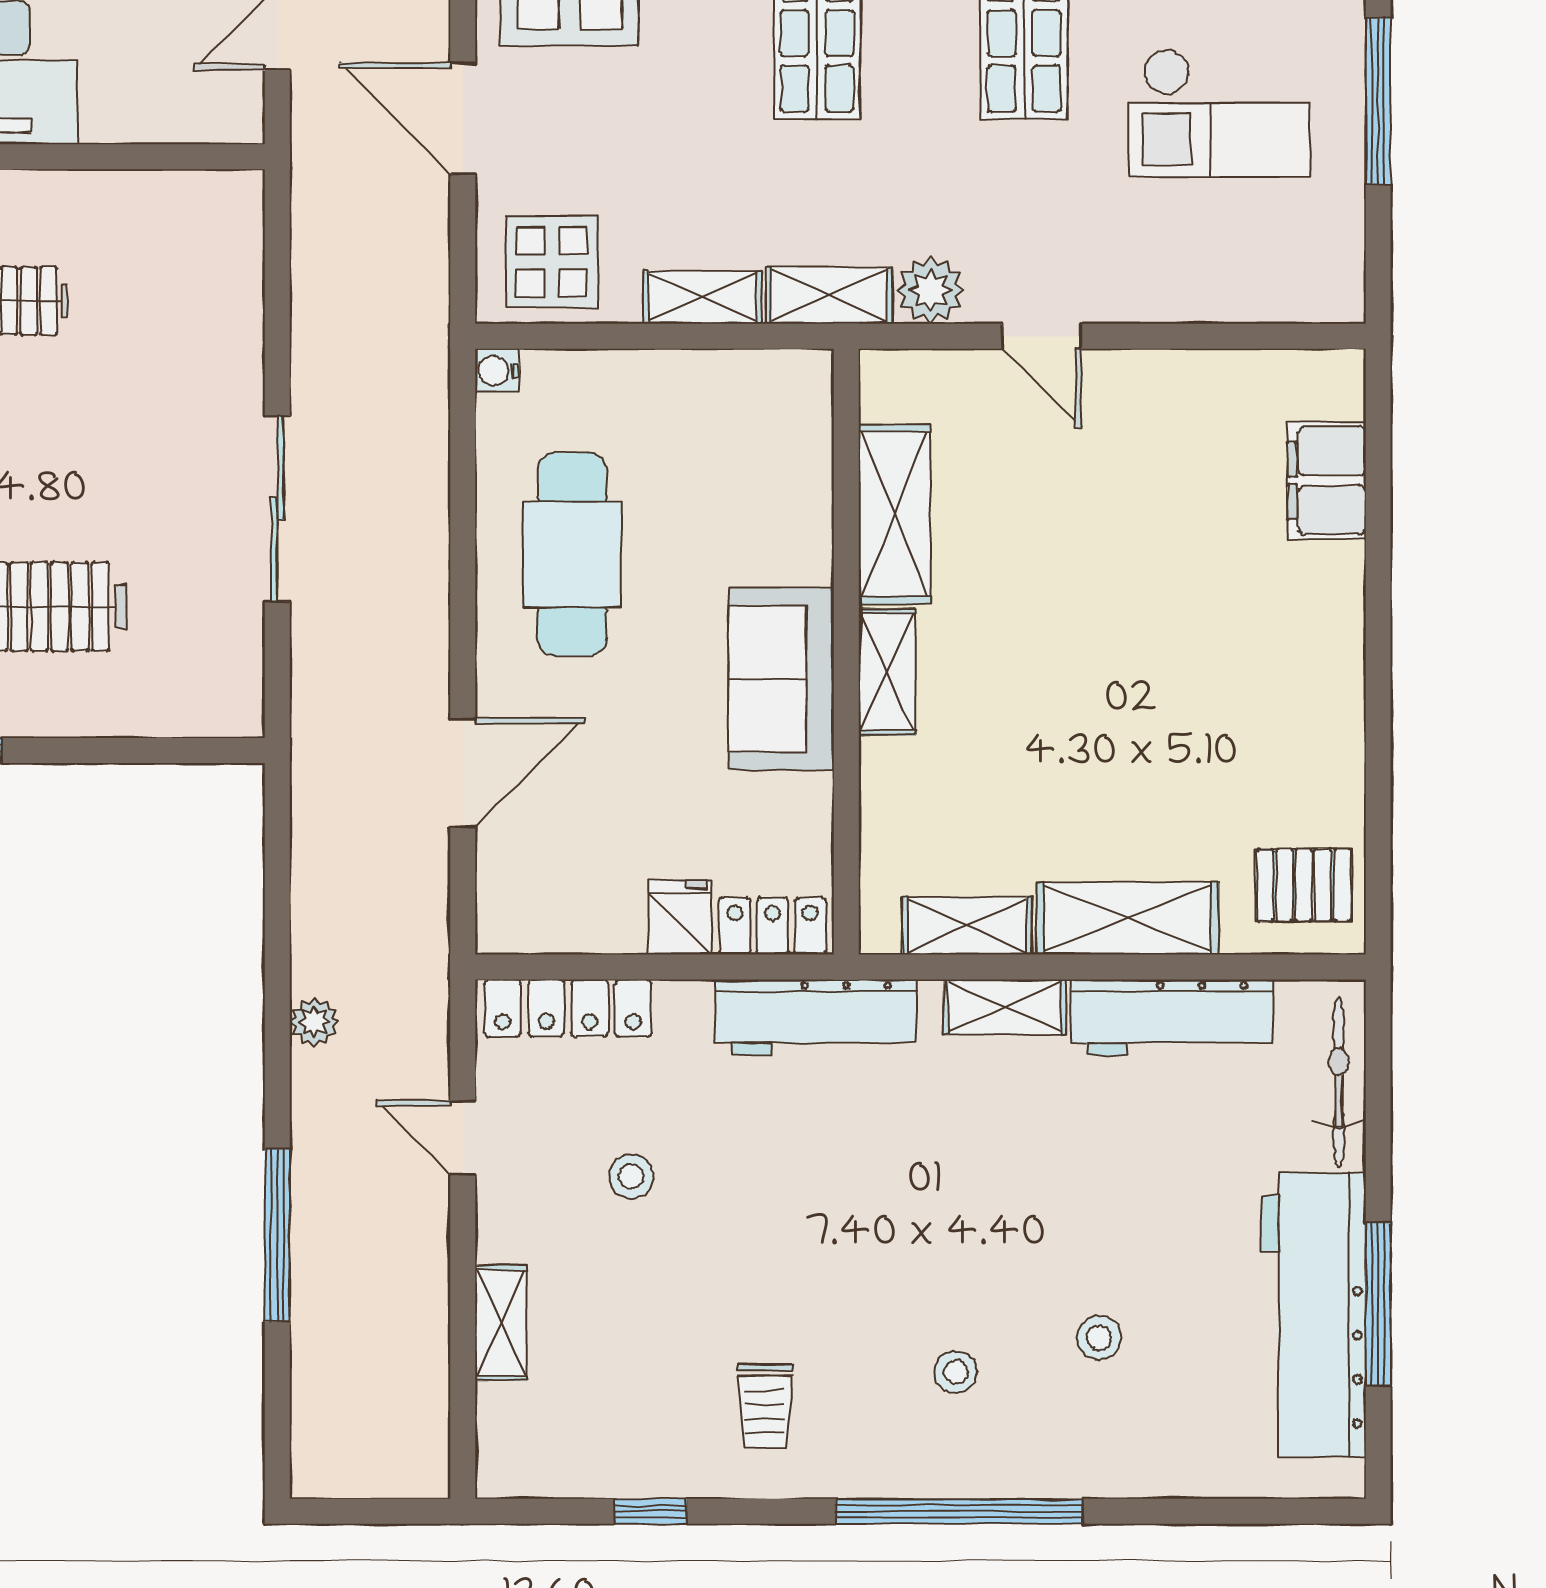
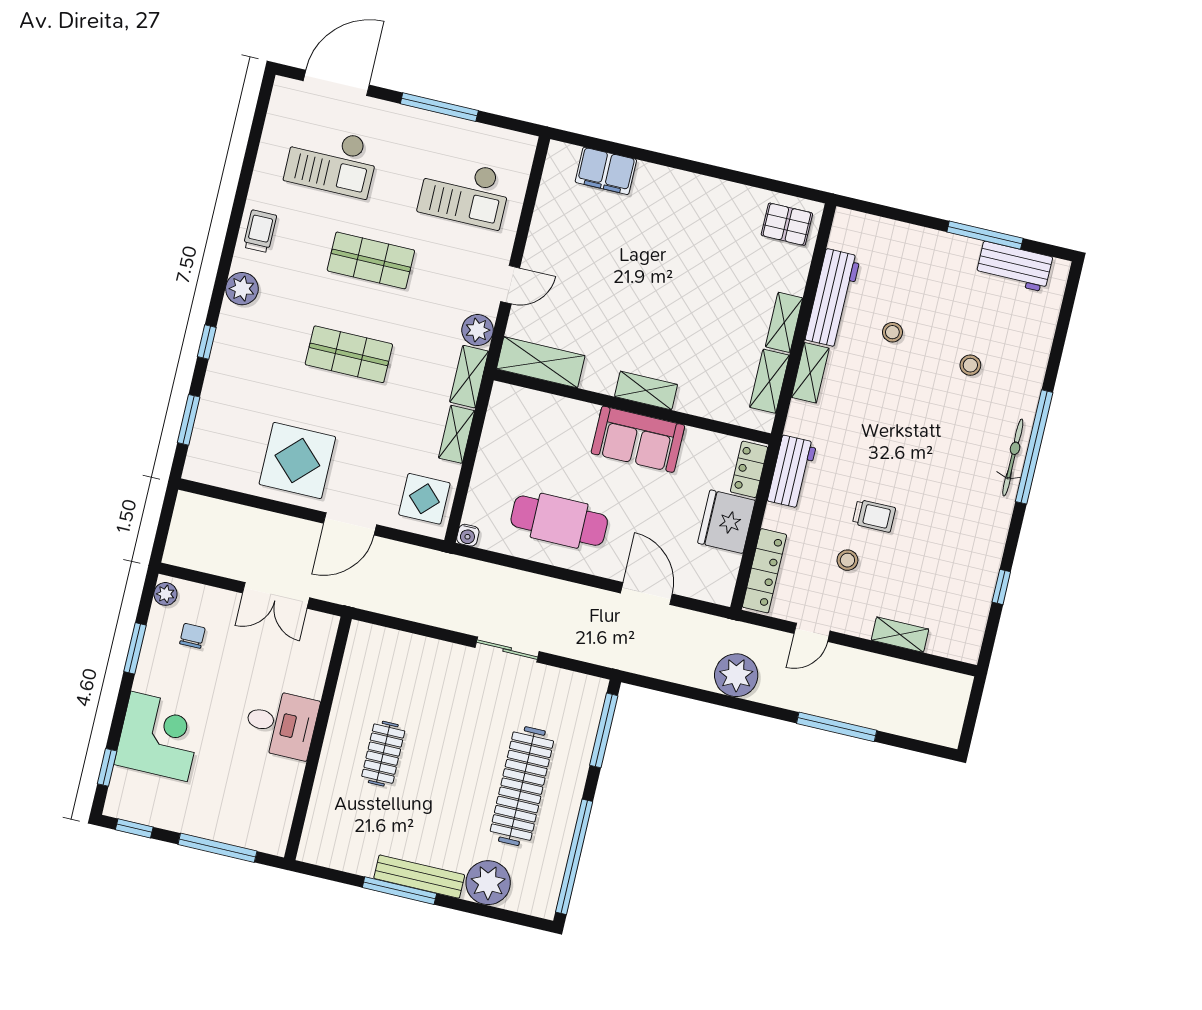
checkout: (1219, 113) -> (464, 192), moved, turned 90
sliding door: (277, 509) -> (507, 650), width x0.73
shelving: (894, 514) -> (541, 362), moved
window: (155, 751) -> (604, 730), added
pallet: (1304, 885) -> (787, 224), turned 90
fridge: (680, 917) -> (726, 522), width x1.88, depth x1.34
shelving: (1127, 918) -> (784, 322), width x0.67, depth x0.75
workbench: (816, 1017) -> (792, 472), width x0.73
plant: (314, 1022) -> (736, 675), width x1.87, depth x1.87
bicycle: (1339, 1082) -> (1013, 458), moved, turned 90
workbench: (1314, 1315) -> (1014, 267), width x0.53, depth x0.76
stool: (956, 1372) -> (892, 332), moved
trolley: (765, 1406) -> (874, 516), moved

